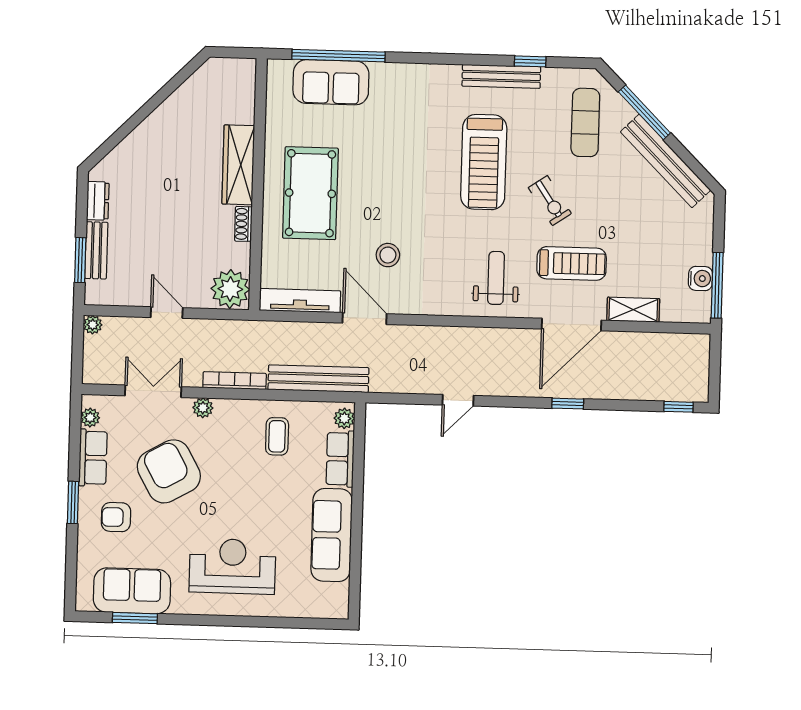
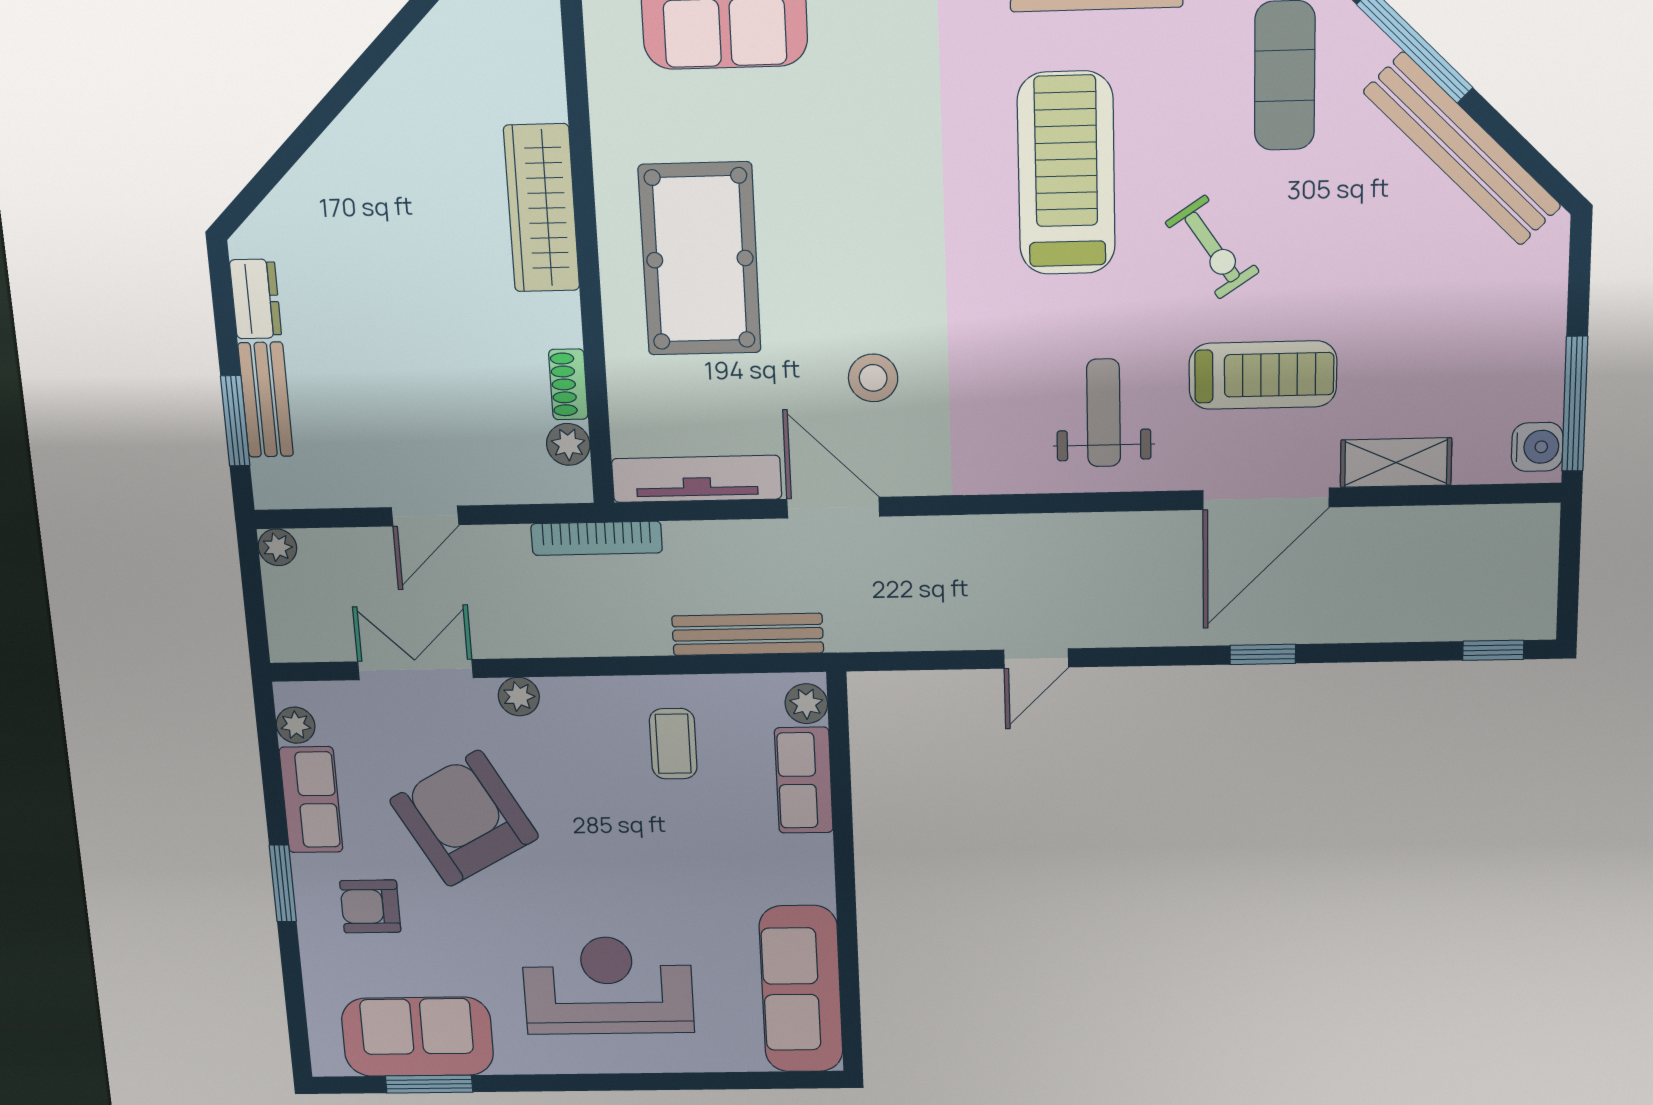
treadmill: (484, 162) -> (1066, 173), turned 180
shoe rack: (243, 224) -> (568, 384), moved
water cooler: (700, 278) -> (1537, 447), moved
plant: (230, 289) -> (568, 444), width x0.53, depth x0.53
door: (167, 313) -> (425, 516), swing flipped
bench: (318, 379) -> (748, 634), width x0.73, depth x0.82
bookcase: (235, 381) -> (597, 538), moved, turned 180
sofa: (332, 535) -> (801, 989), moved

